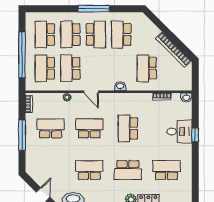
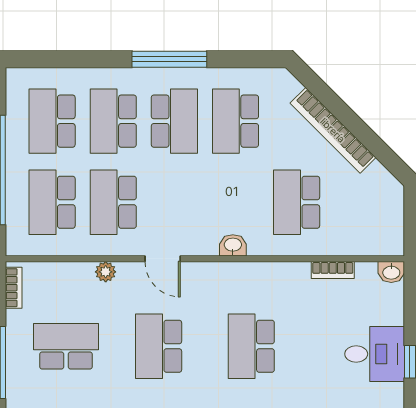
bookcase: (173, 50) -> (333, 130), moved
school desk: (89, 128) -> (159, 346), turned -90

